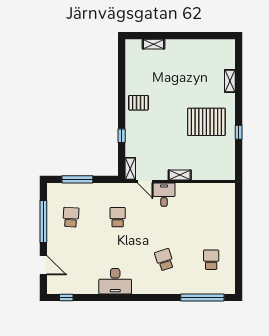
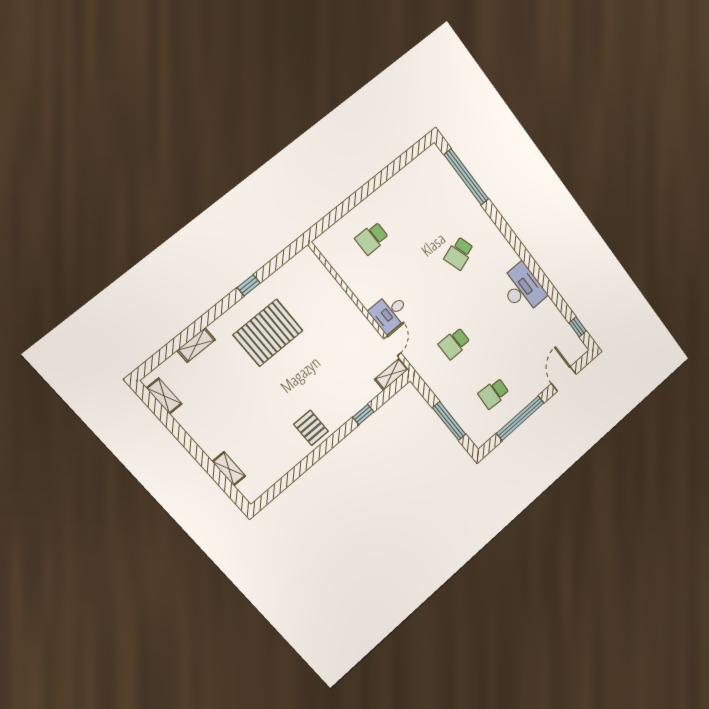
pallet: (206, 122) -> (268, 333), turned 90
shelving: (180, 175) -> (164, 396), moved
school desk: (211, 260) -> (372, 238), moved

